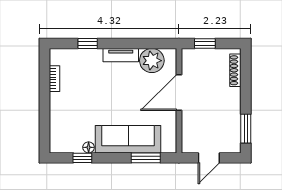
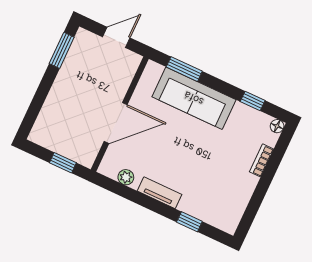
plant: (152, 61) -> (126, 177), width x0.53, depth x0.53
shoe rack: (235, 70) -> (44, 119), removed
bookcase: (54, 79) -> (262, 160), moved
floor lamp: (89, 147) -> (277, 126), moved

